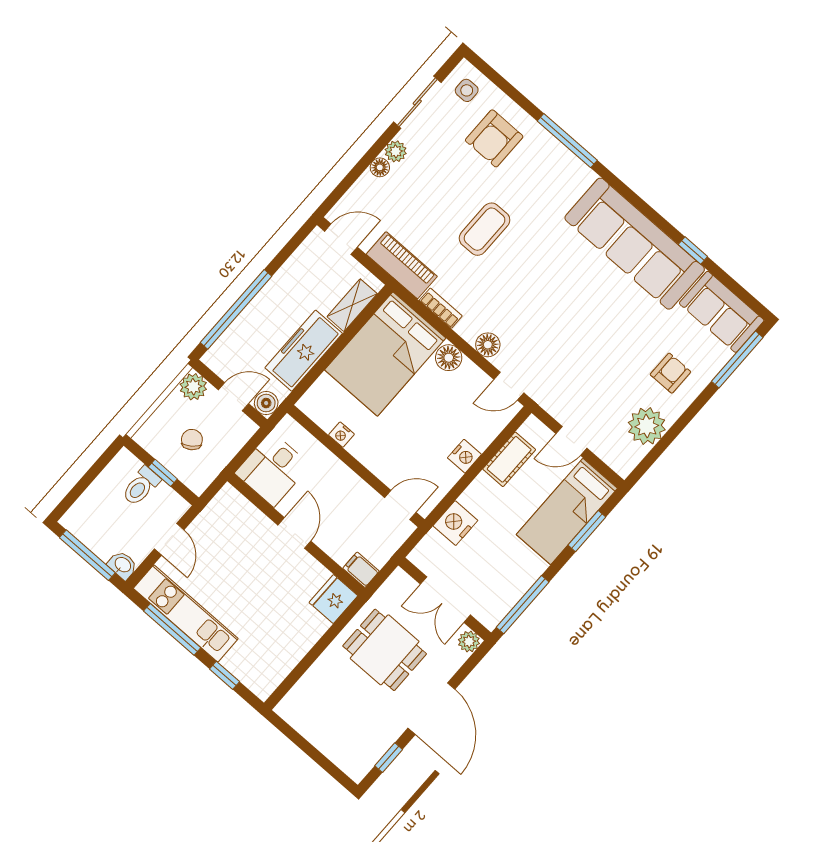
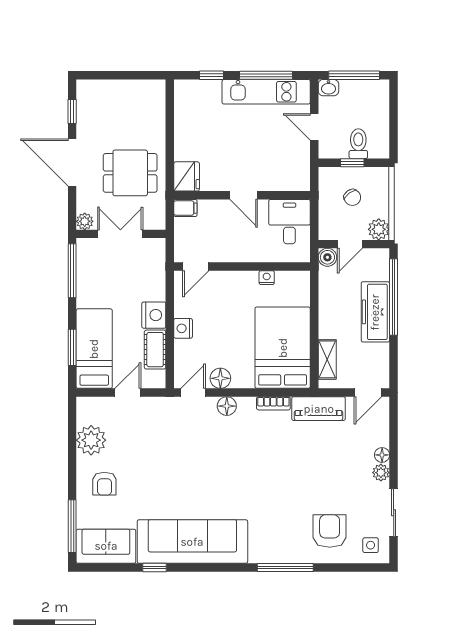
coffee table: (485, 229) -> (288, 473), removed
freezer: (304, 351) -> (375, 312), moved, turned 180
floor lamp: (449, 358) -> (220, 378), moved
nightstand: (455, 523) -> (154, 315), moved

